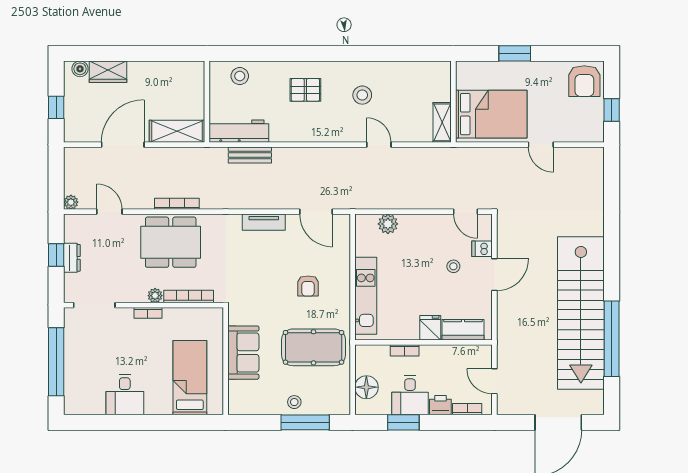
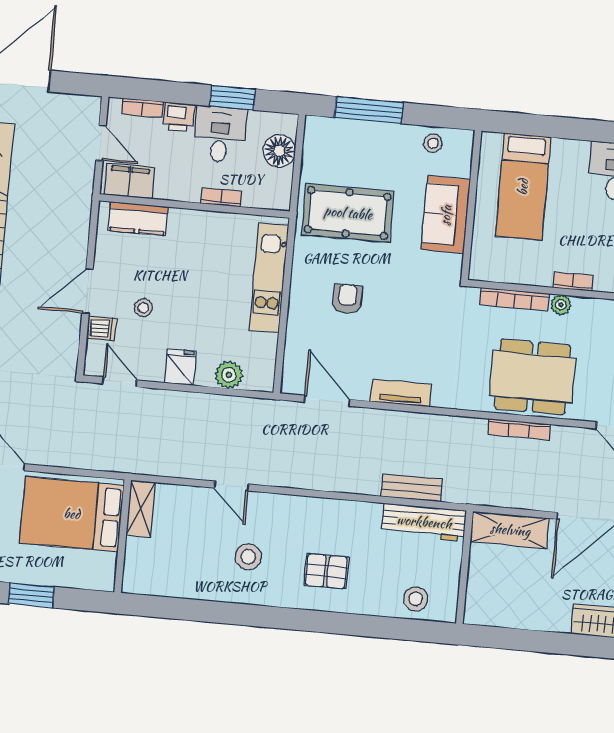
fridge: (430, 328) -> (180, 367), moved, turned 180
filing cabinet: (472, 356) -> (130, 181), added
stool: (294, 402) -> (433, 143), moved

